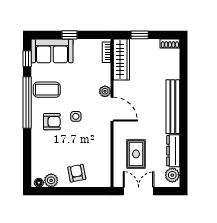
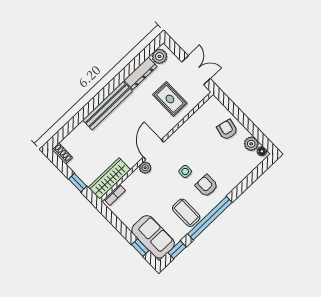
window: (70, 35) -> (140, 248), moved
rug: (136, 154) -> (170, 99), turned 90
armchair: (77, 173) -> (227, 130), turned 114
double door: (139, 191) -> (196, 70), swing flipped

